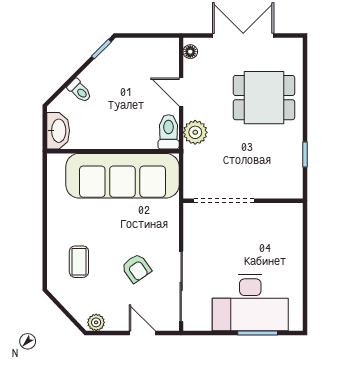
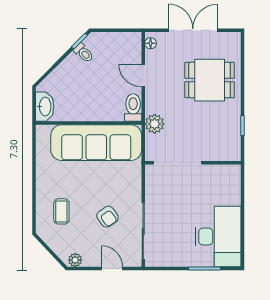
toilet: (80, 91) -> (84, 53), moved
plant: (195, 132) -> (155, 124), moved
desk: (250, 303) -> (218, 237), moved, turned -90

